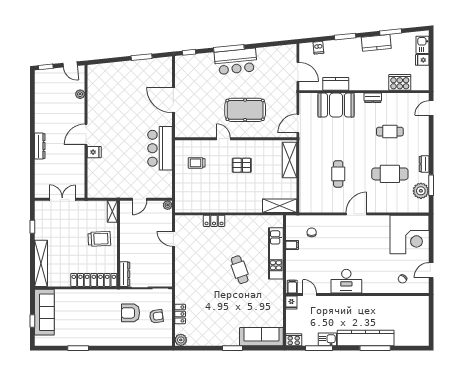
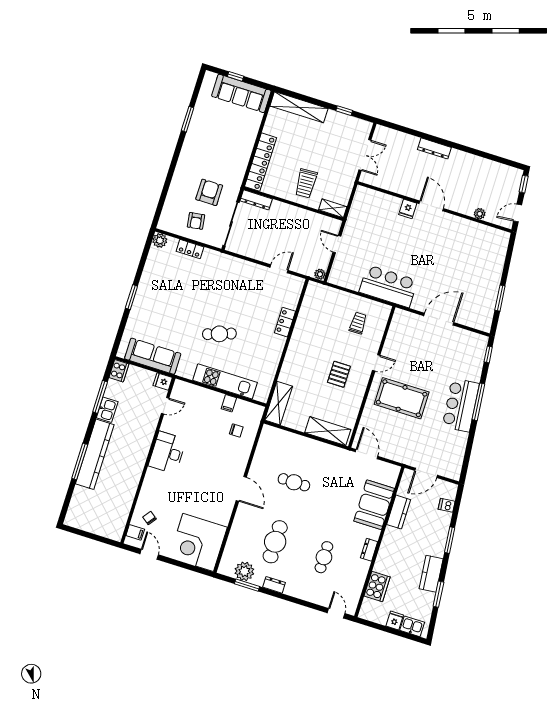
pool table: (245, 110) -> (402, 398), turned 90
filing cabinet: (292, 287) -> (135, 532), moved
sofa: (261, 337) -> (153, 356), moved, turned -90

